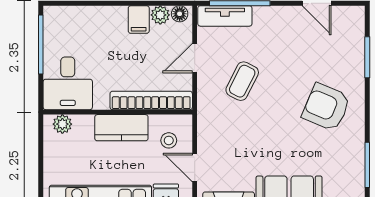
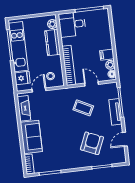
tv unit: (225, 16) -> (115, 112), moved
armchair: (326, 107) -> (92, 143), moved
kitchen counter: (121, 128) -> (53, 42), moved

